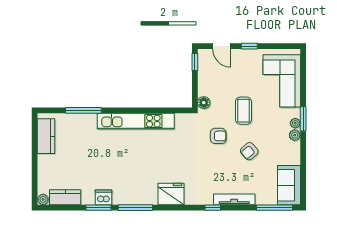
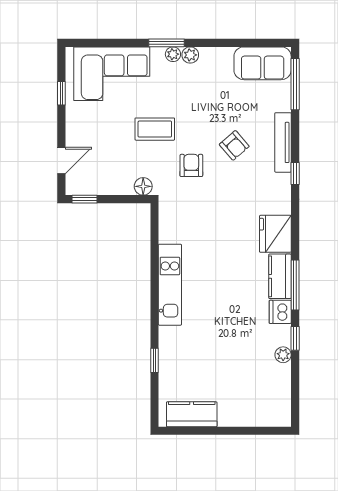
window: (249, 46) -> (61, 93), moved
window: (83, 110) -> (154, 360), width x0.46
kitchen unit: (136, 121) -> (170, 285), width x0.73
armchair: (249, 151) -> (234, 145), moved
kitchen counter: (65, 197) -> (280, 276), moved
dishwasher: (104, 197) -> (280, 312), moved
plant: (43, 199) -> (283, 355), moved
window: (99, 208) -> (295, 338), width x0.67

